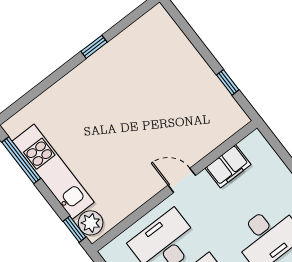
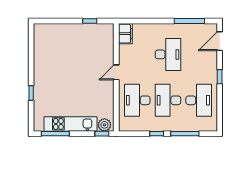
window: (94, 47) -> (31, 93), moved
filing cabinet: (228, 166) -> (125, 34), moved

